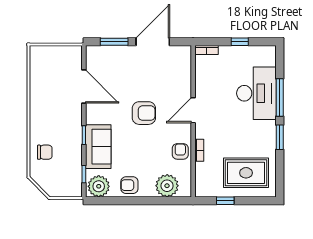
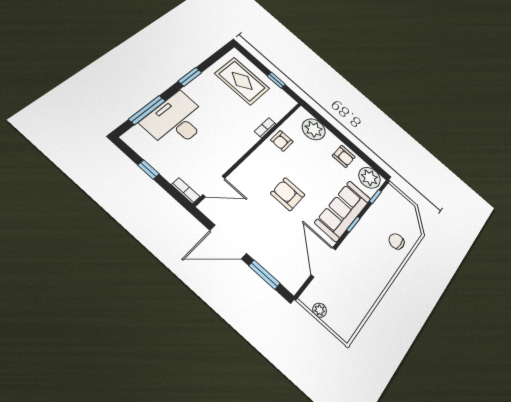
plant: (63, 51) -> (320, 310), added
window: (280, 97) -> (147, 110), moved
door: (193, 110) -> (214, 186), moved
sofa: (98, 147) -> (343, 211), width x1.36

